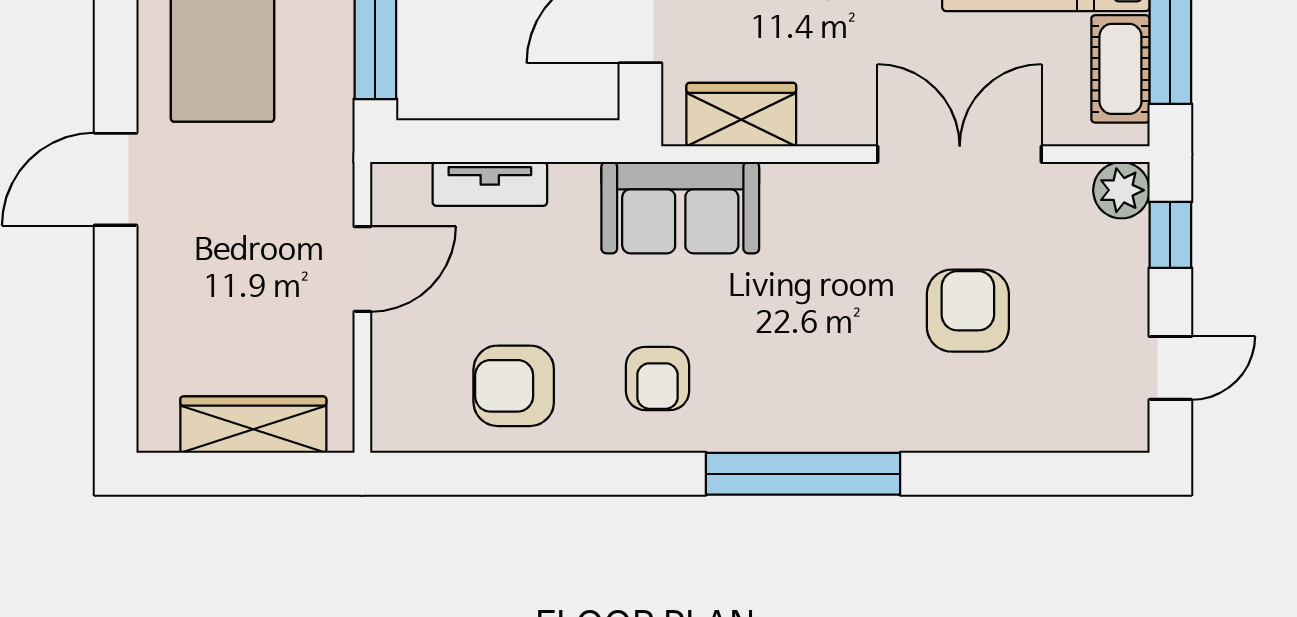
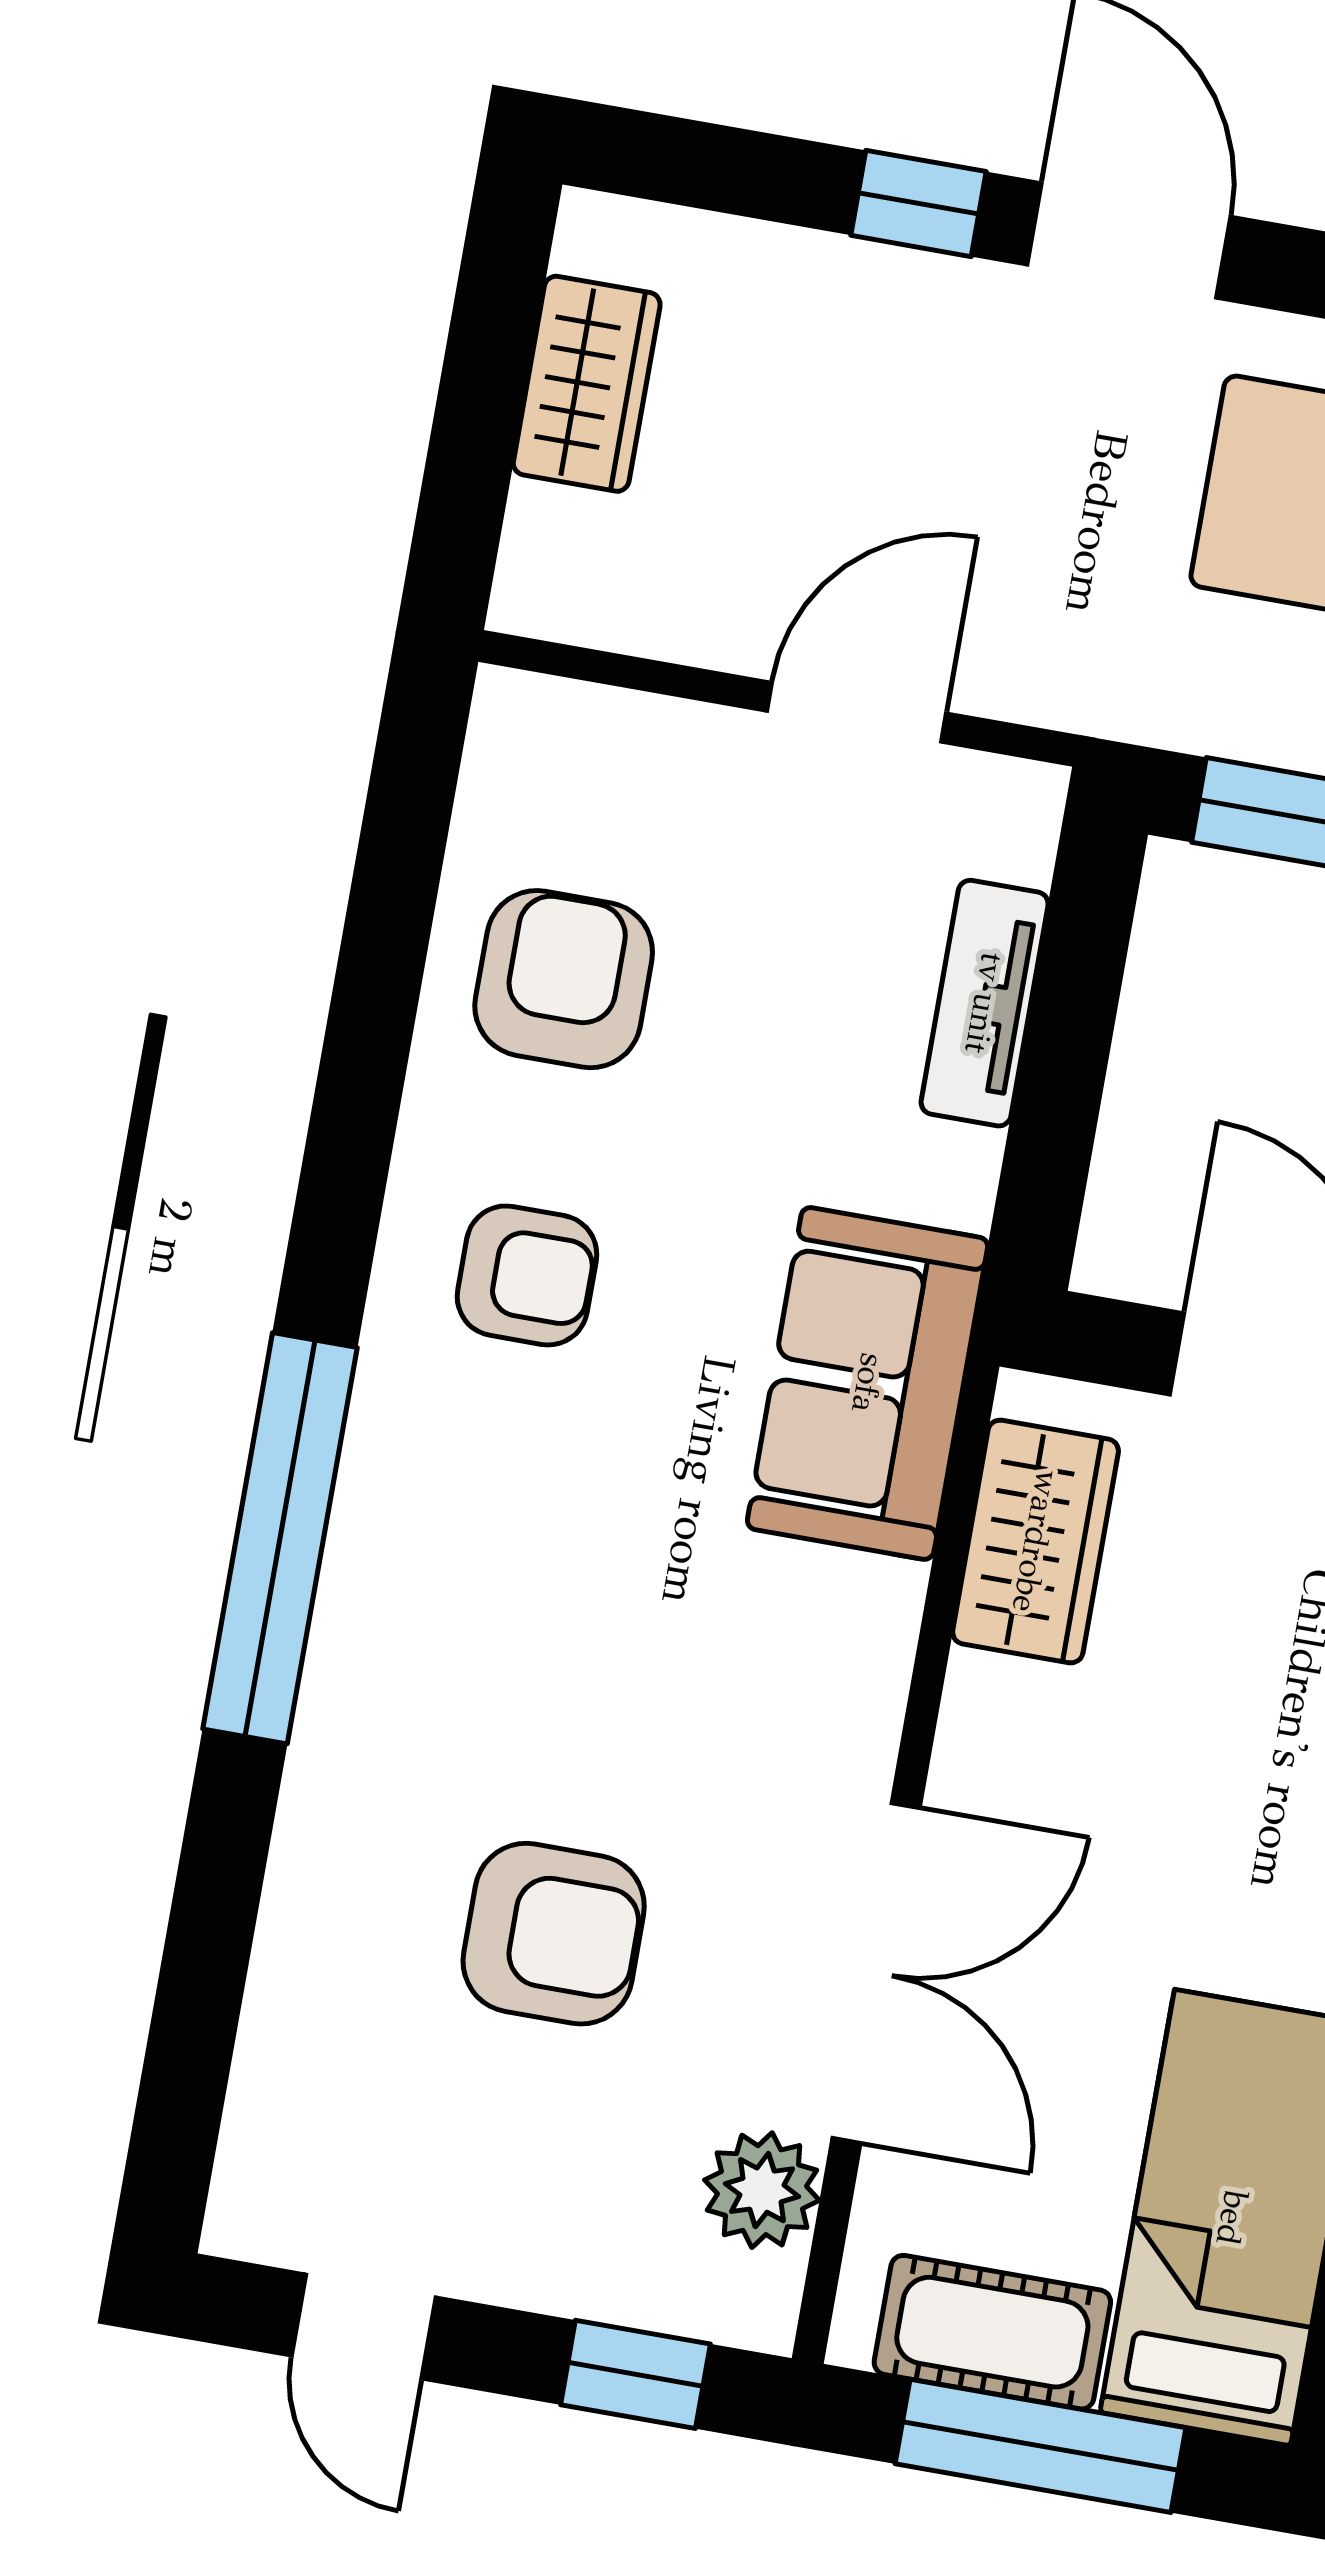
plant: (1121, 190) -> (762, 2190), moved
door: (362, 269) -> (857, 712), swing flipped
window: (116, 282) -> (919, 203), added
armchair: (657, 378) -> (527, 1275), turned 180
wardrobe: (253, 425) -> (587, 384), width x0.67

